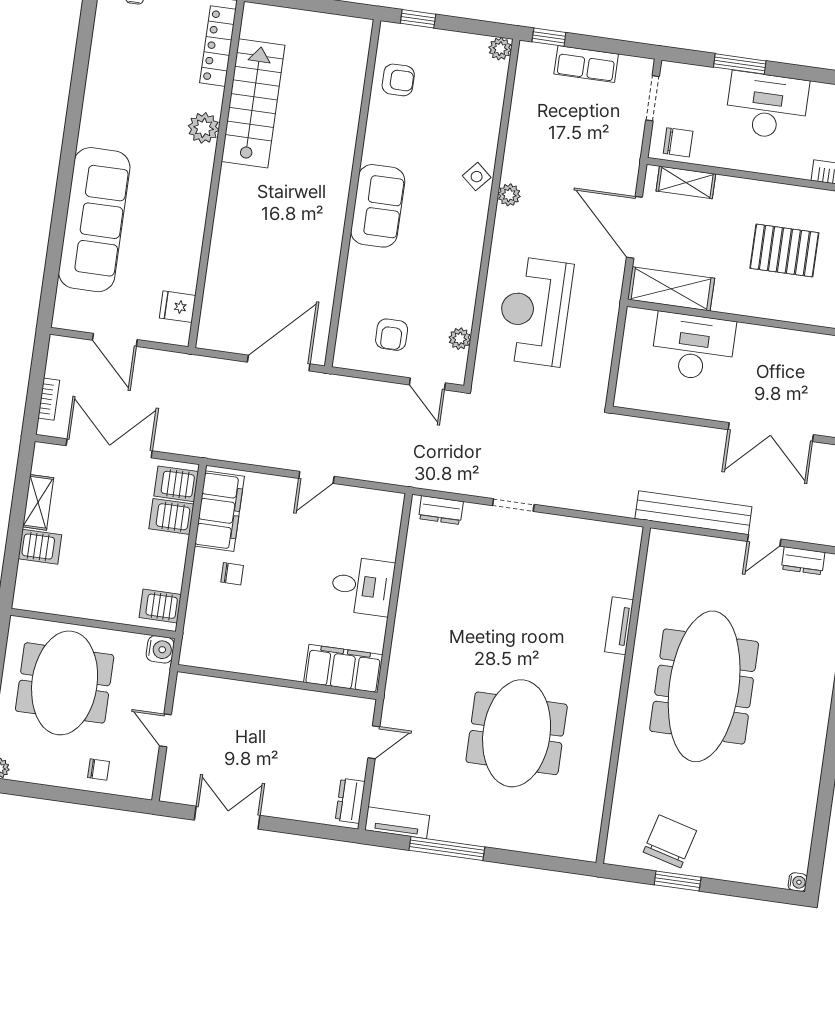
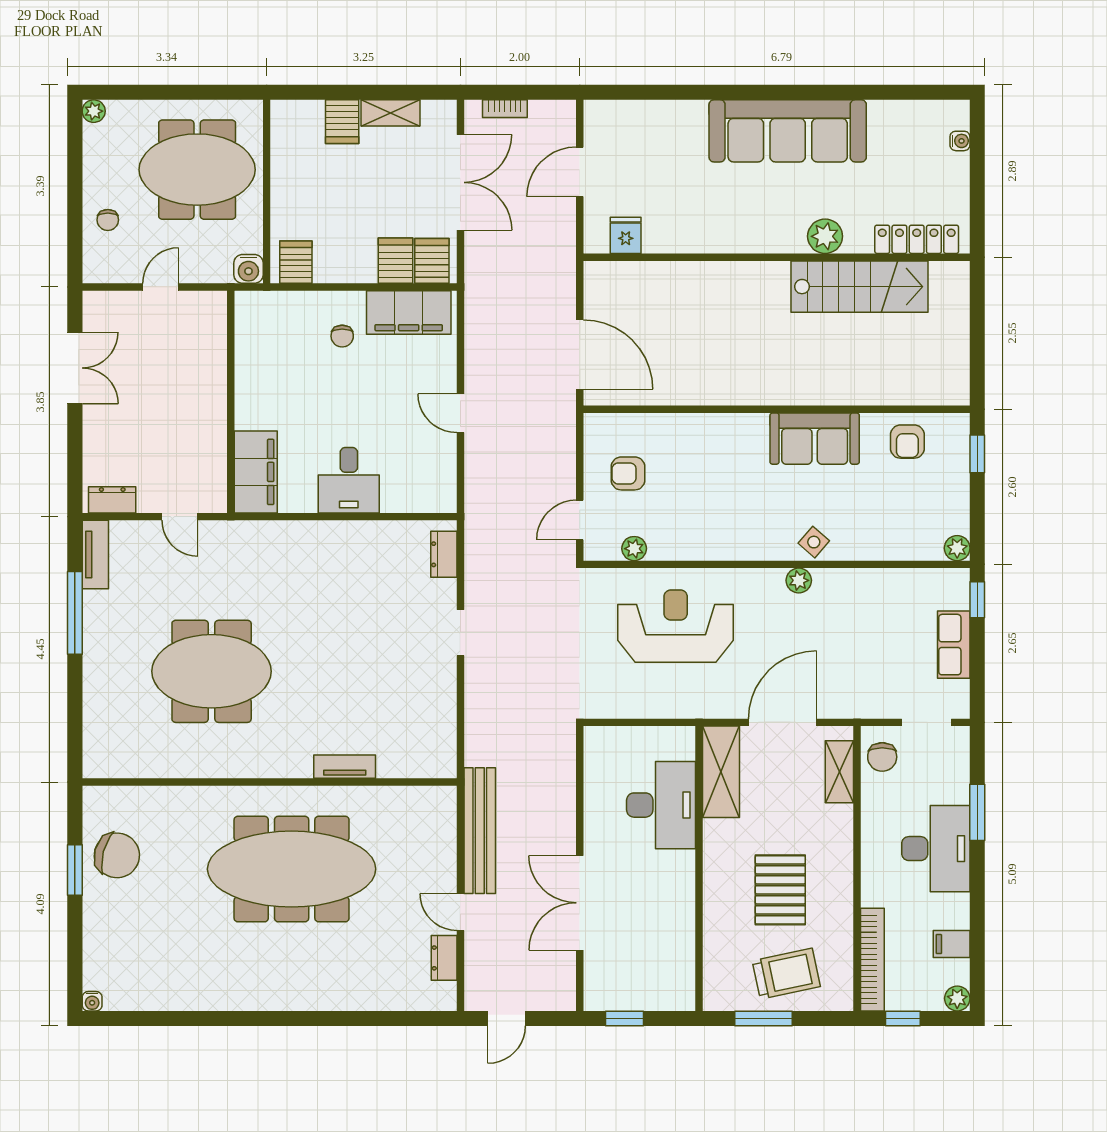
sofa: (378, 206) -> (815, 439), moved
sofa: (94, 220) -> (788, 131), moved

